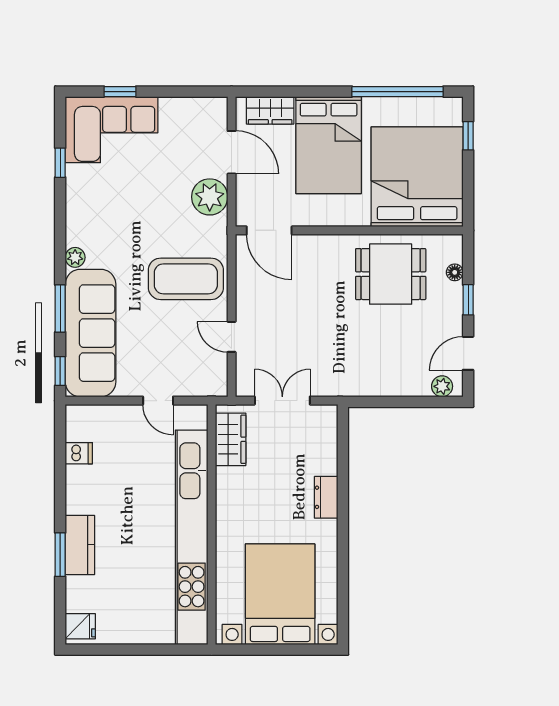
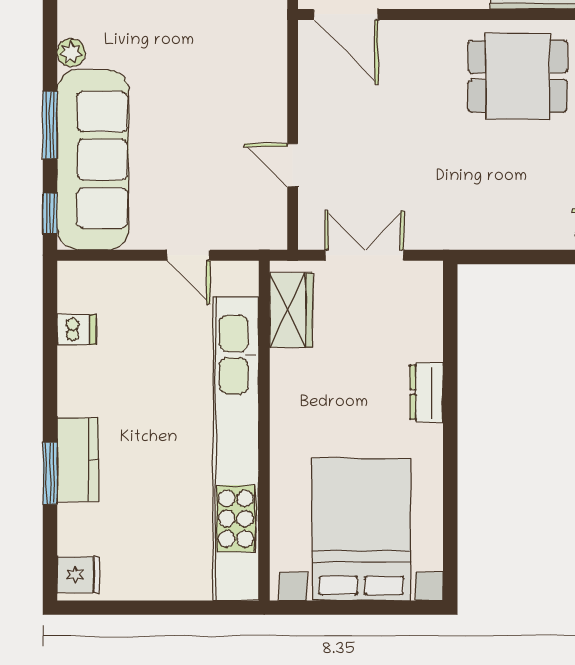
coffee table: (186, 279) -> (228, 83), removed

